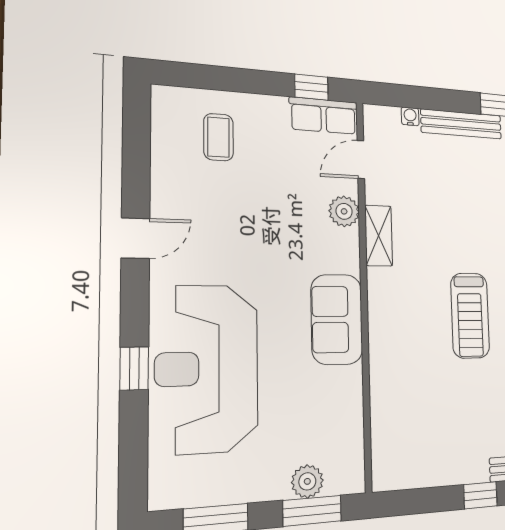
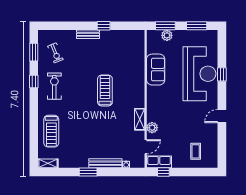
sofa: (337, 319) -> (156, 70), moved

